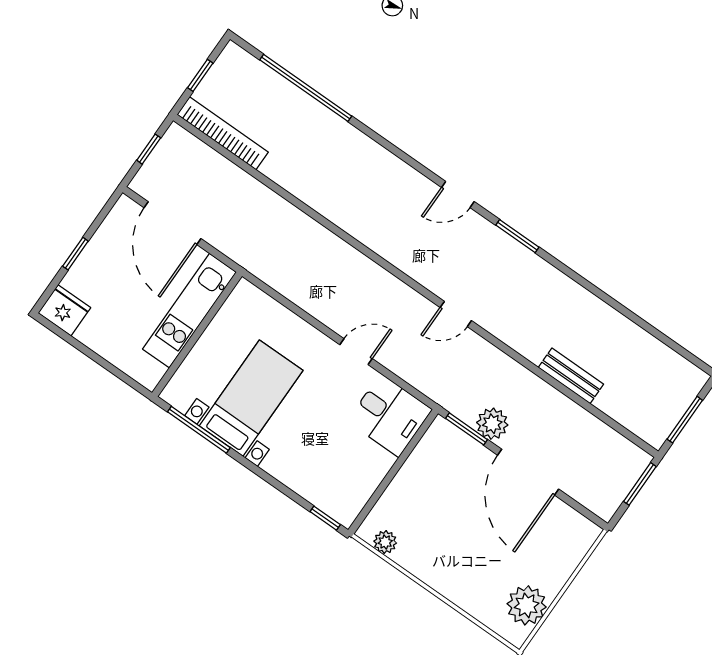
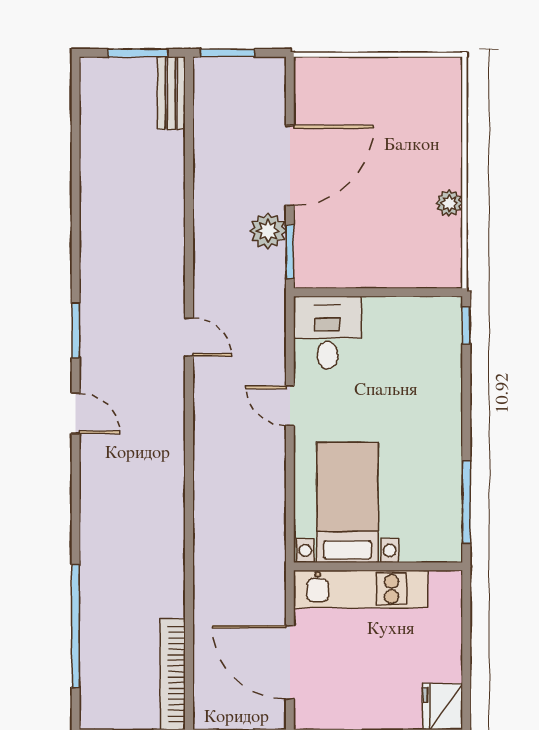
door: (173, 223) -> (290, 662), swing flipped
bench: (571, 376) -> (171, 93), moved
bed with nightstands: (251, 398) -> (347, 502), moved, turned 90
plant: (385, 542) -> (449, 203), moved
plant: (527, 605) -> (416, 79), removed

